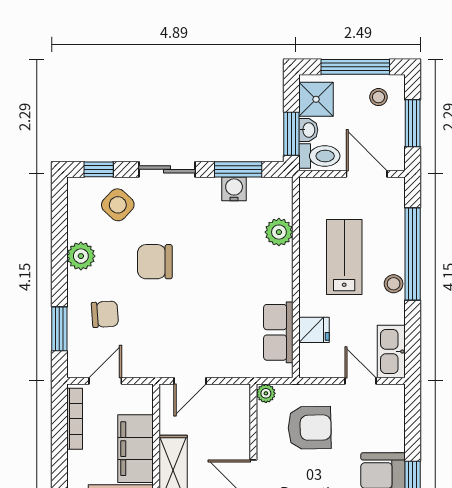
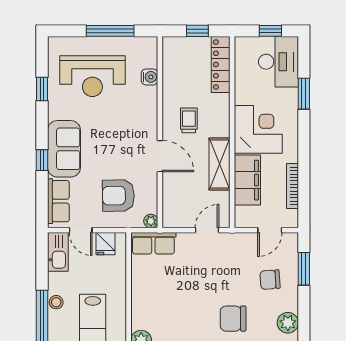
chair: (155, 262) -> (233, 319), turned 180
fridge: (314, 330) -> (105, 244), moved, turned -90
row of seats: (278, 332) -> (153, 243), moved, turned 90
bookcase: (75, 419) -> (292, 186), moved
row of seats: (391, 420) -> (58, 201), added

